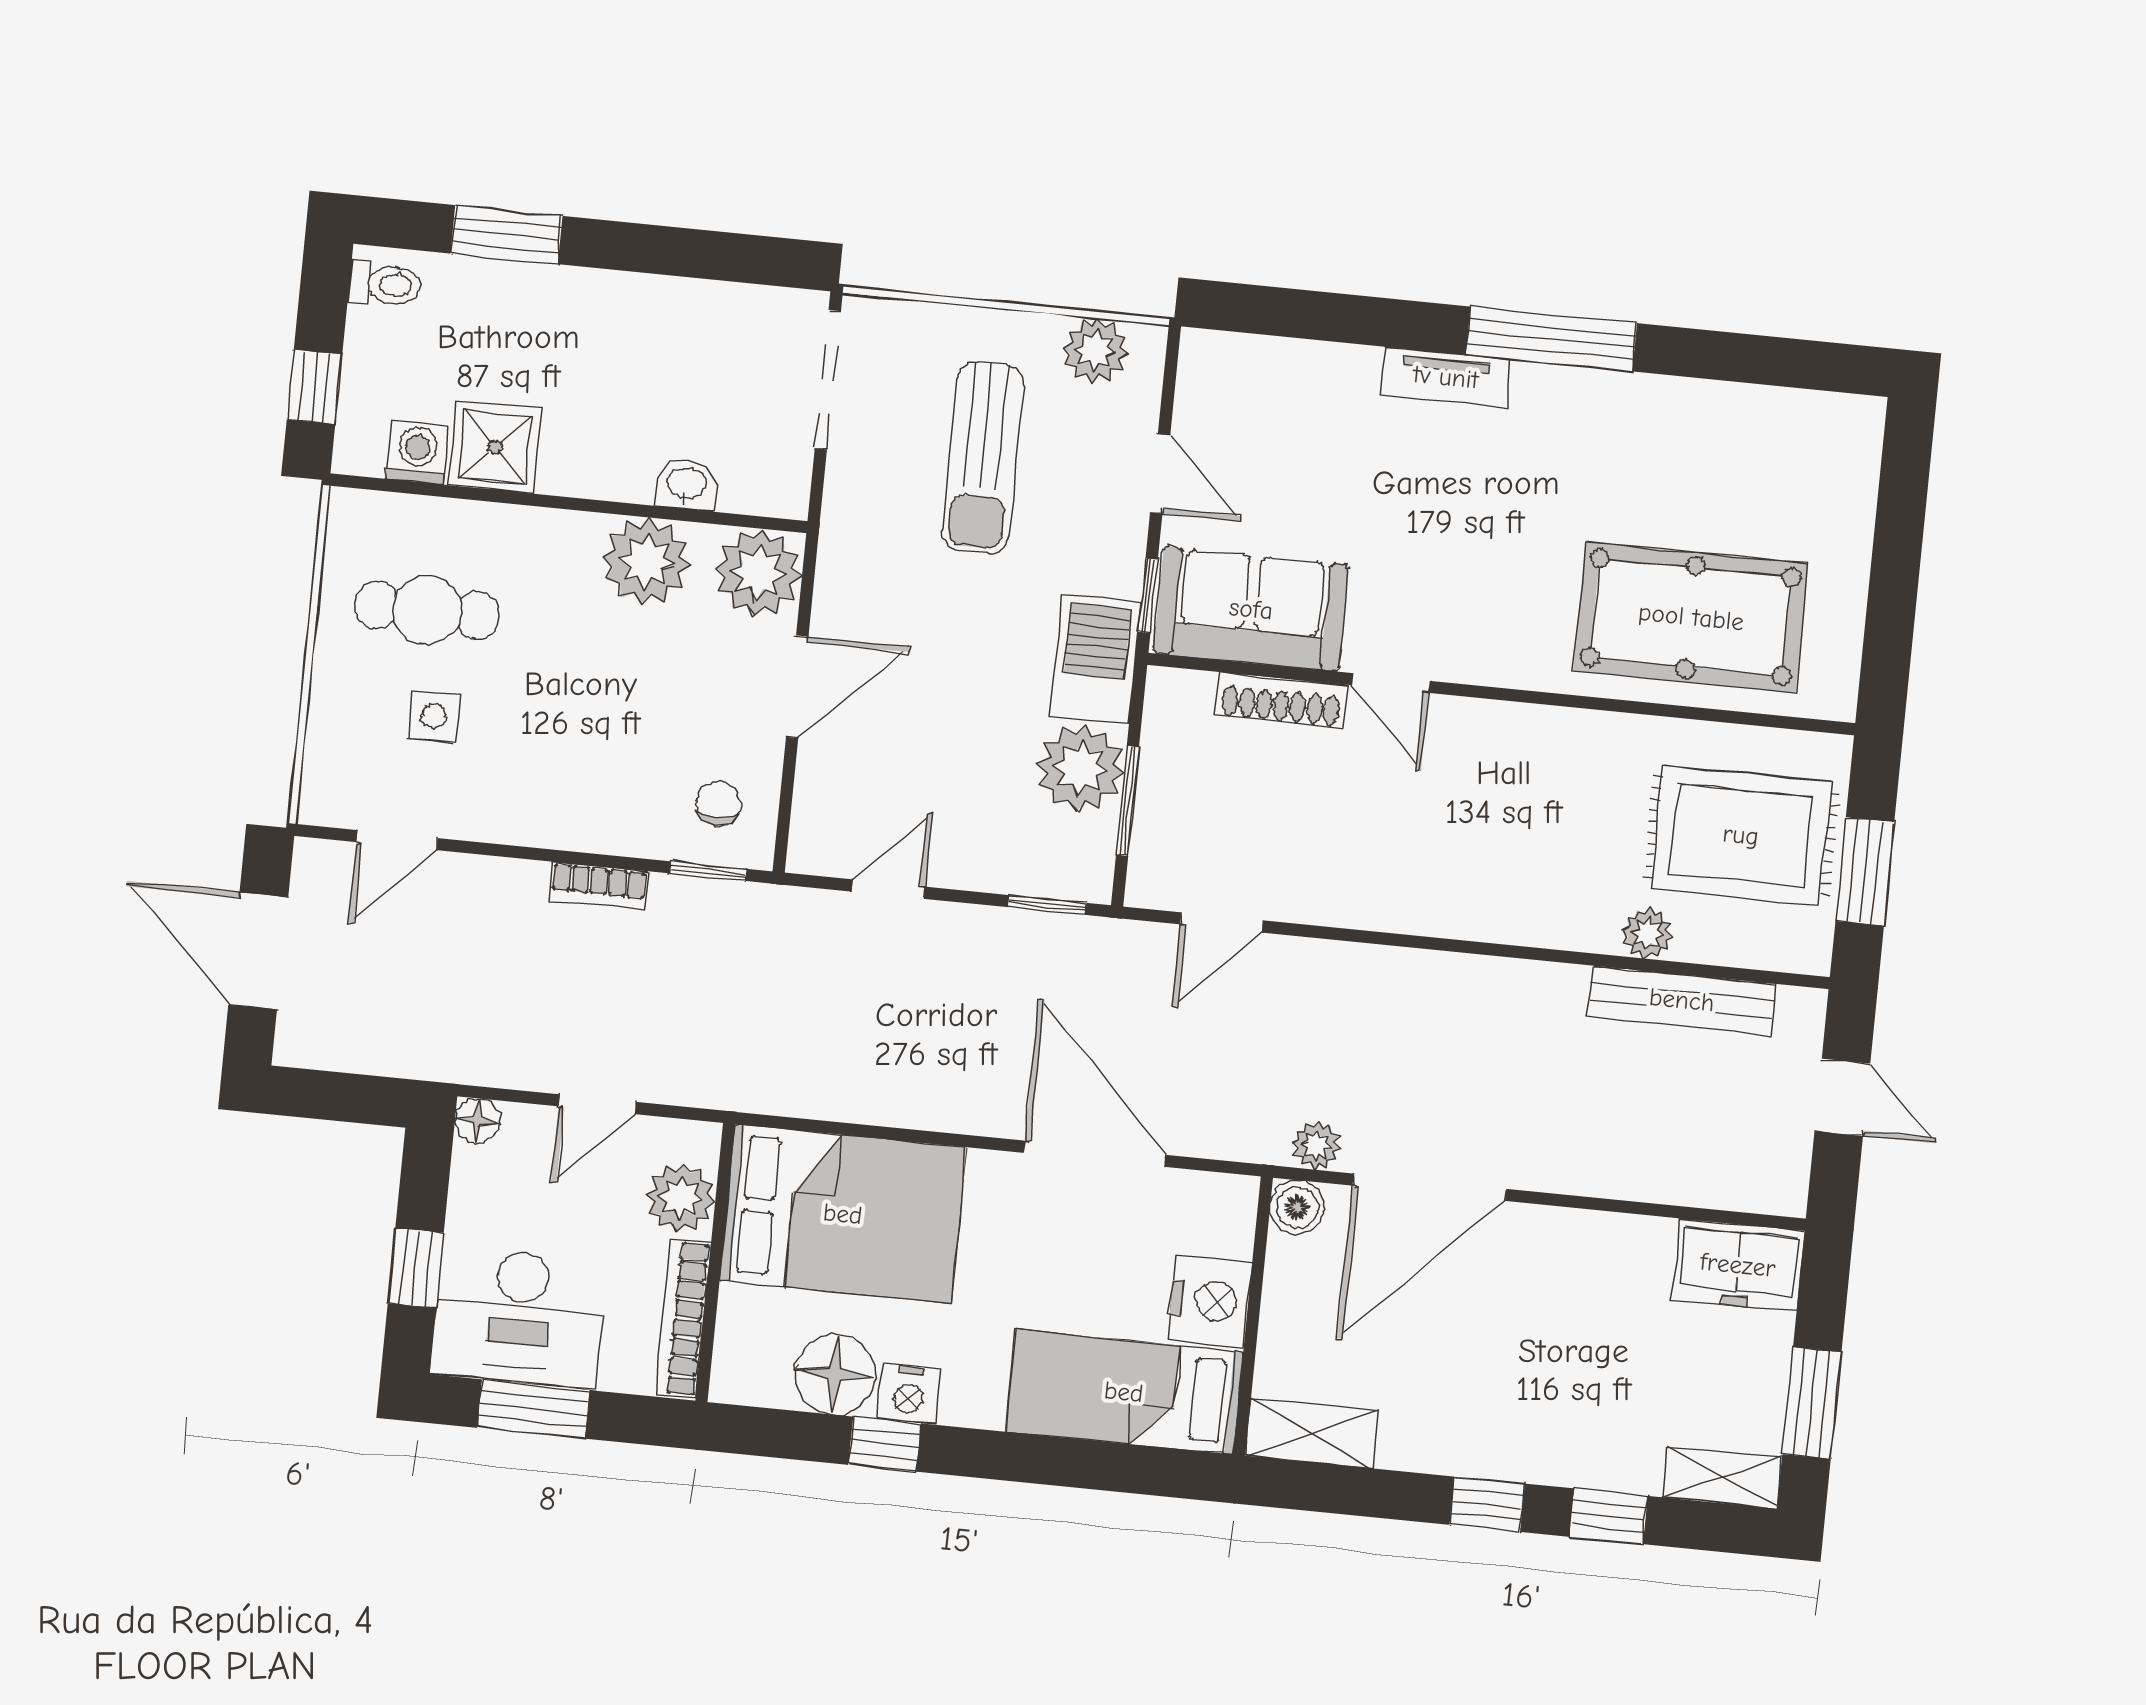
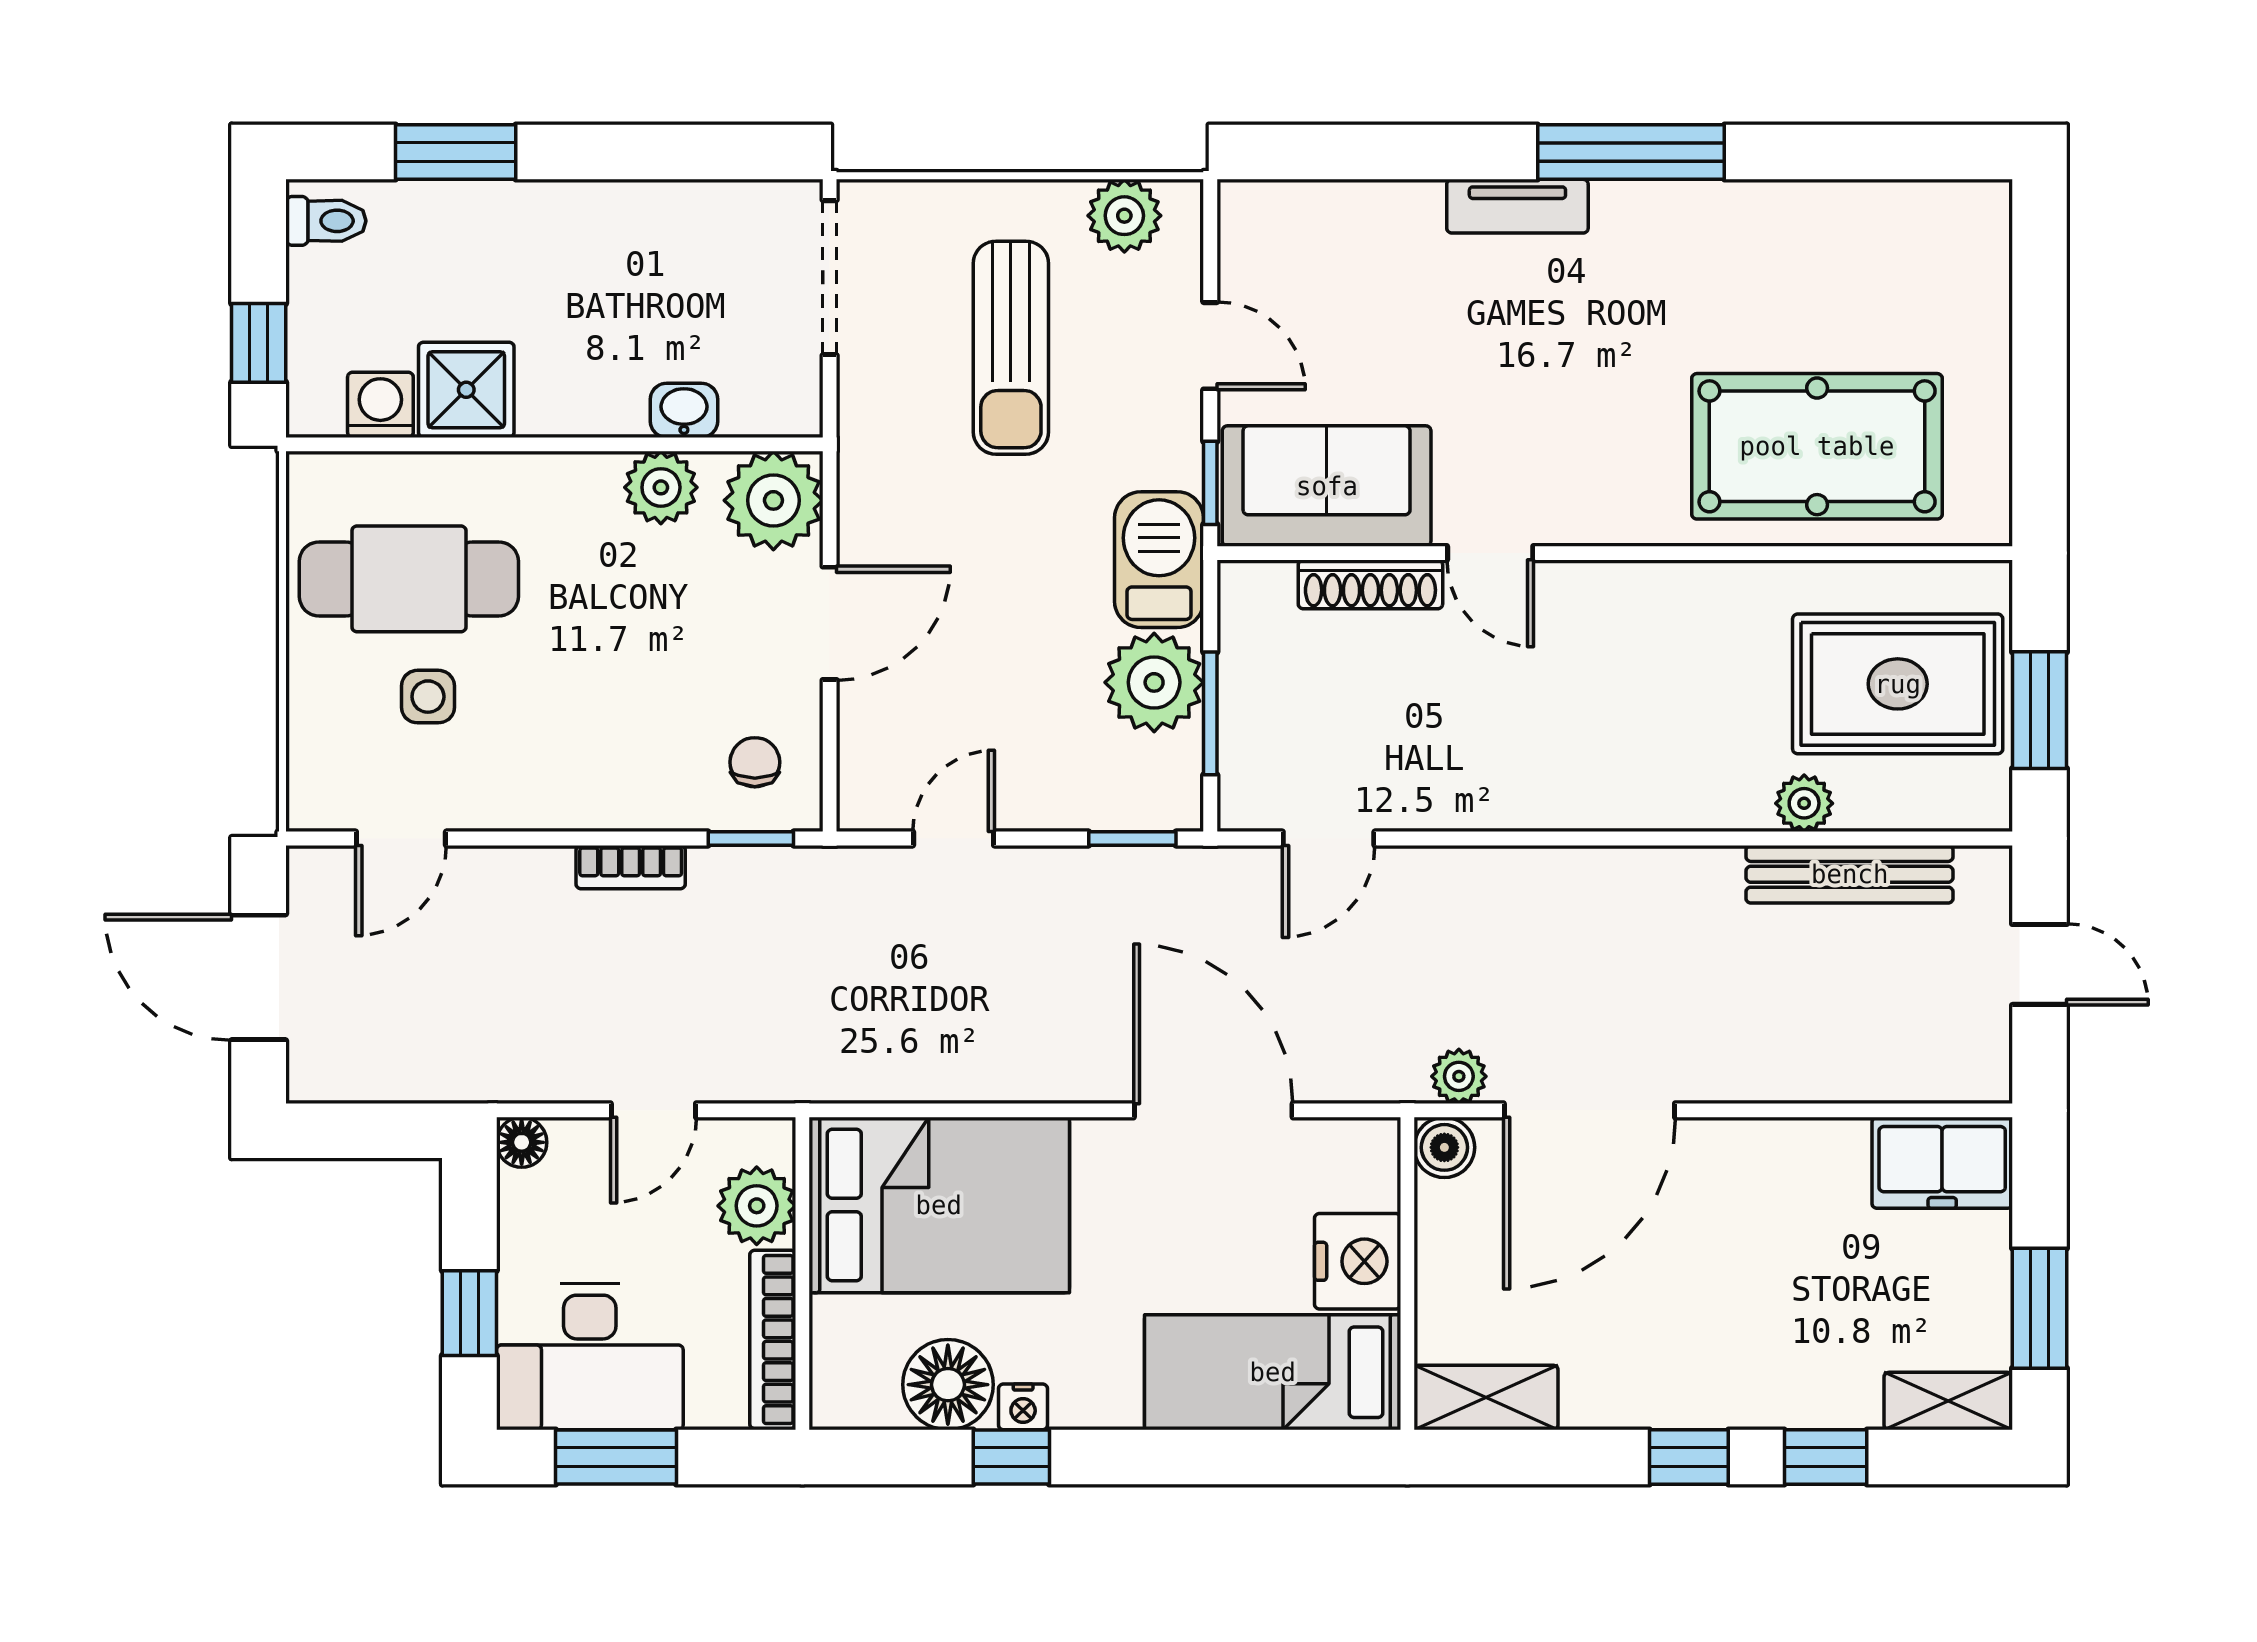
plant: (646, 562) -> (661, 487), width x0.73, depth x0.73
cafe table: (427, 610) -> (409, 579), width x1.37, depth x1.35
nightstand: (909, 1394) -> (1023, 1407), width x0.72, depth x0.74

